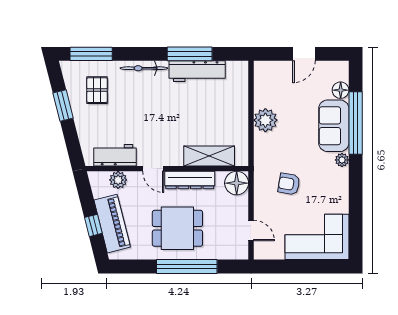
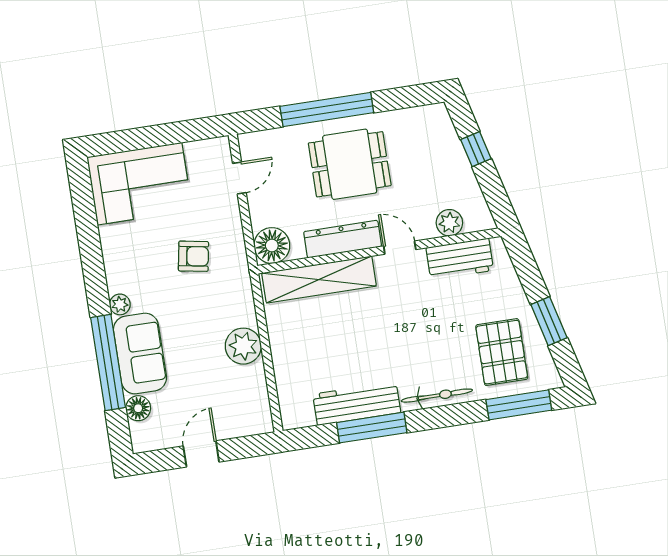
pallet: (97, 90) -> (502, 352), width x1.50, depth x1.42
shelving: (209, 156) -> (319, 280), width x1.47
piano: (112, 224) -> (448, 156), removed
door: (251, 231) -> (239, 178), swing flipped

